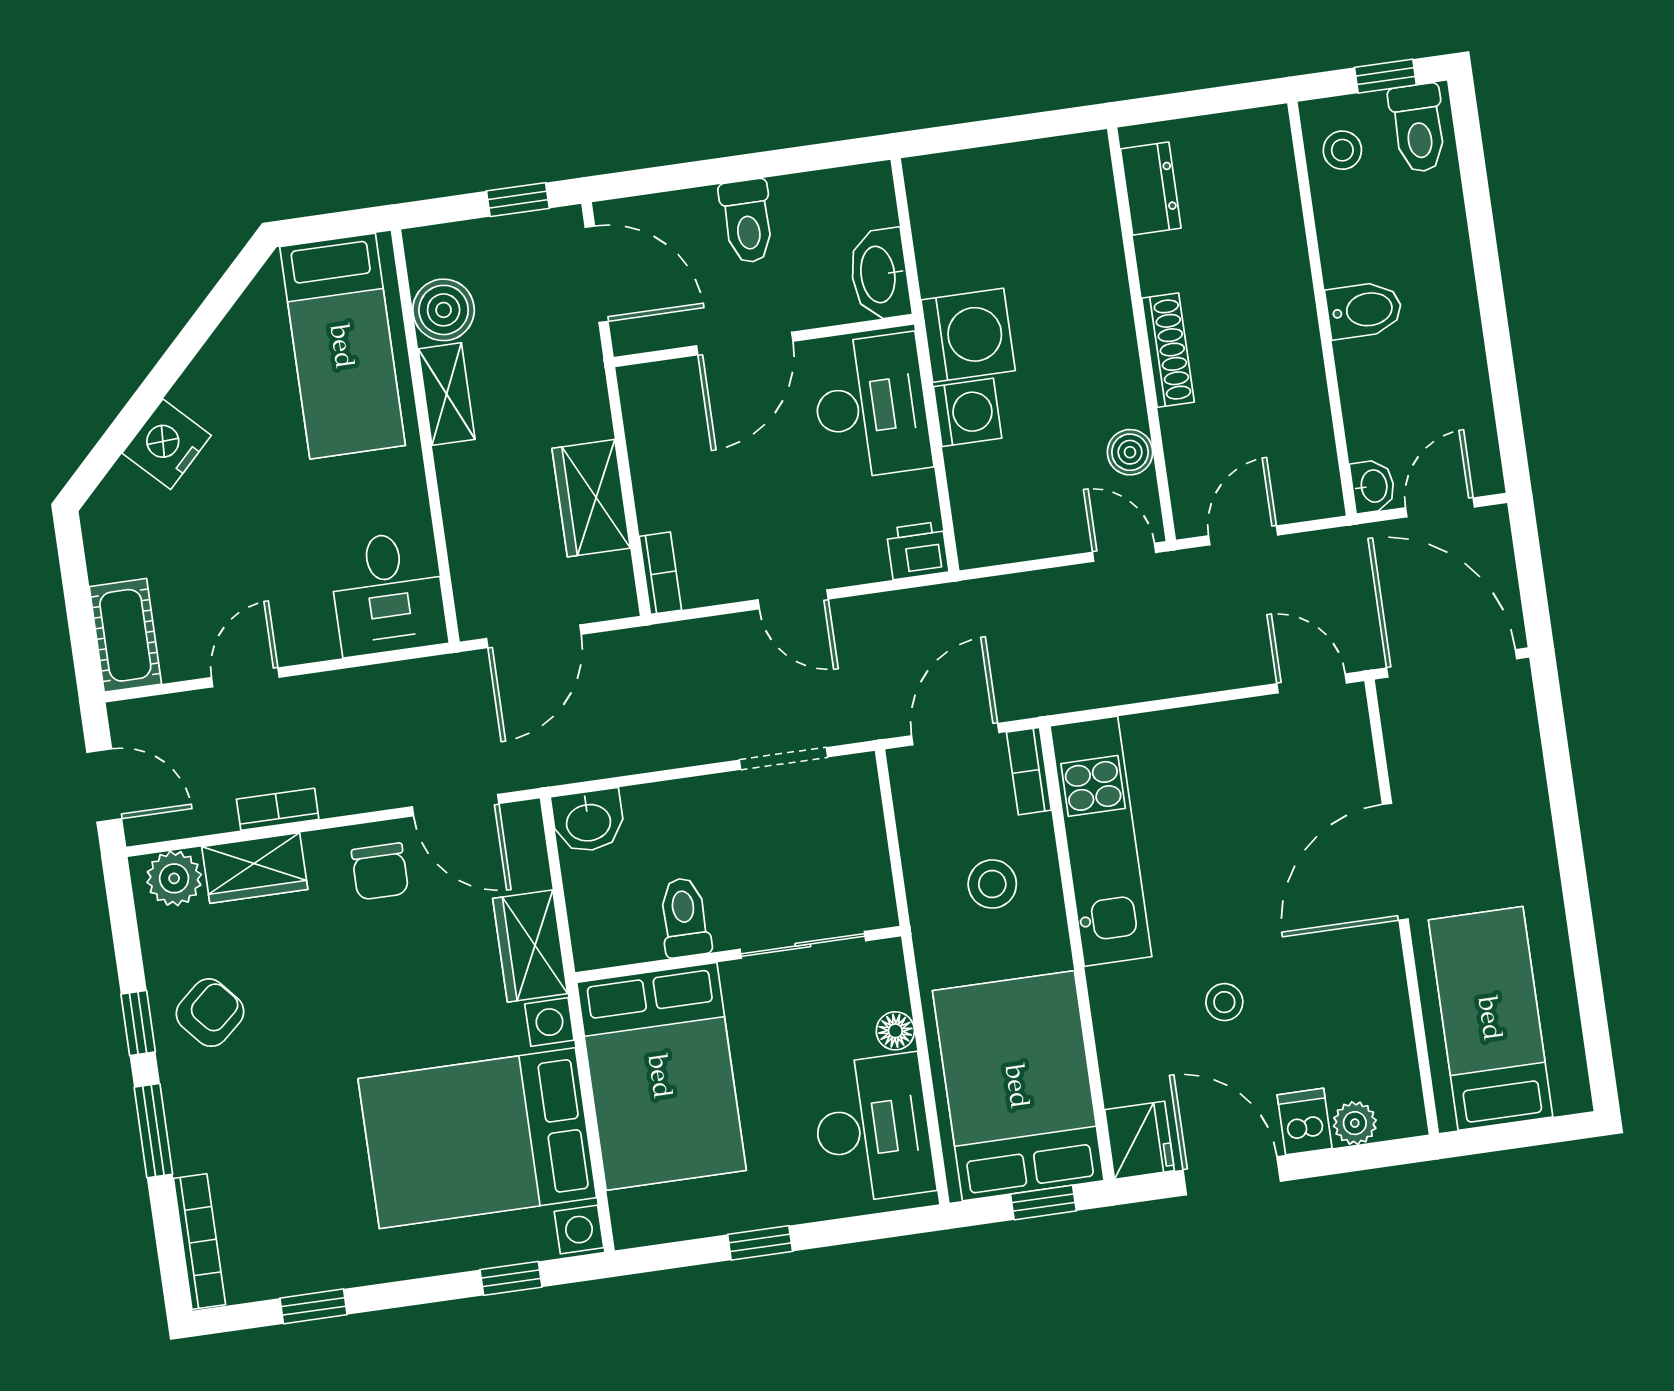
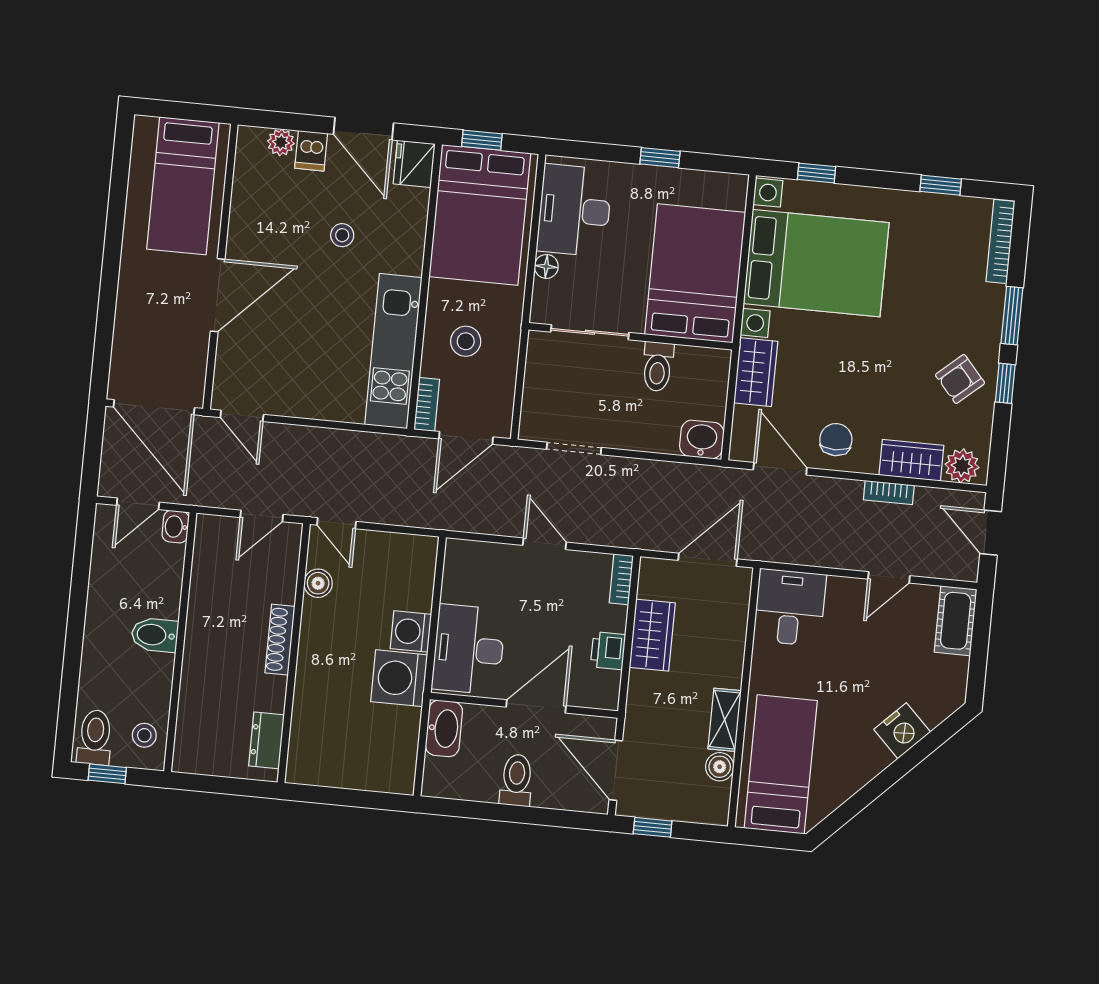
boiler: (444, 310) -> (720, 767), width x0.73, depth x0.73
printer: (917, 550) -> (608, 651), moved, turned 90

